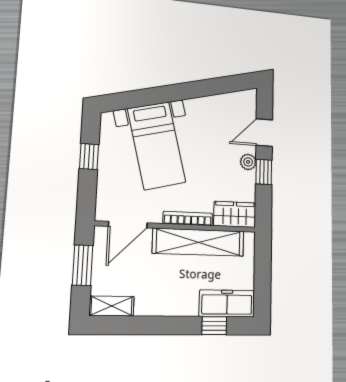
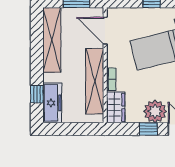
plant: (248, 162) -> (155, 111), width x1.87, depth x1.87
bookcase: (188, 218) -> (111, 79), width x0.64
shelving: (112, 306) -> (52, 40), width x2.20, depth x1.33

